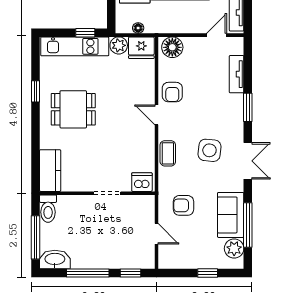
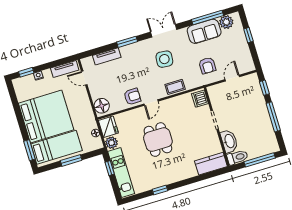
dining table: (73, 109) -> (158, 140), moved
washbasin: (55, 260) -> (229, 141), moved, turned 180

